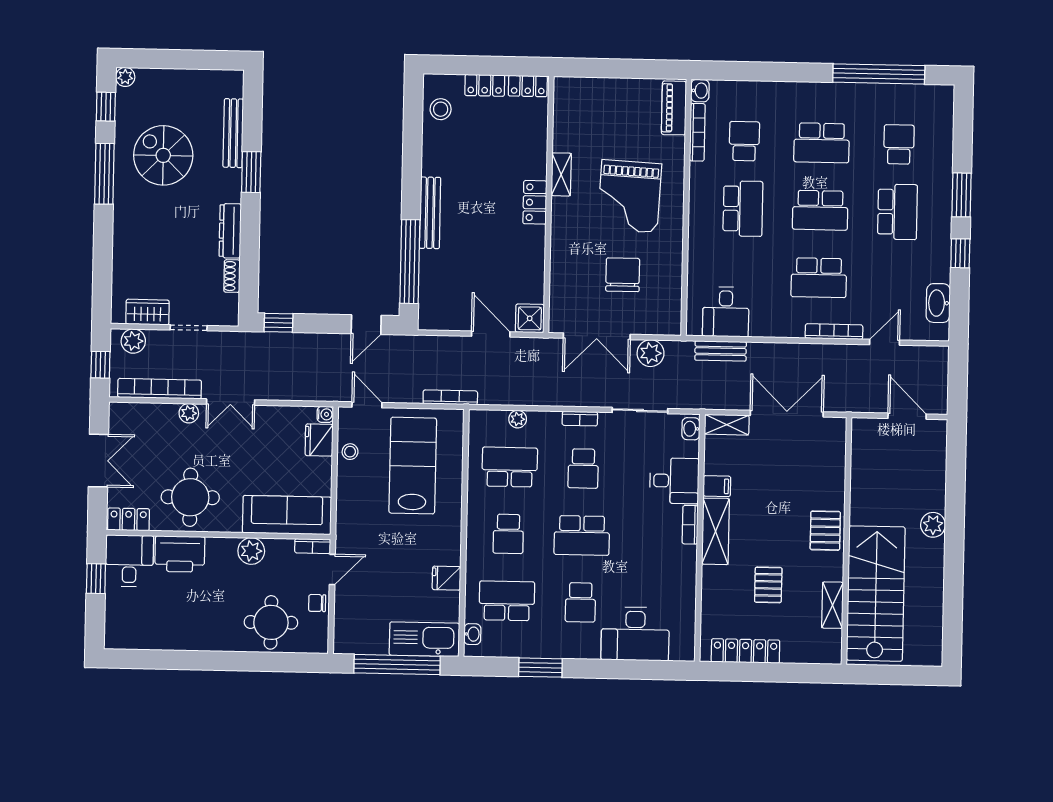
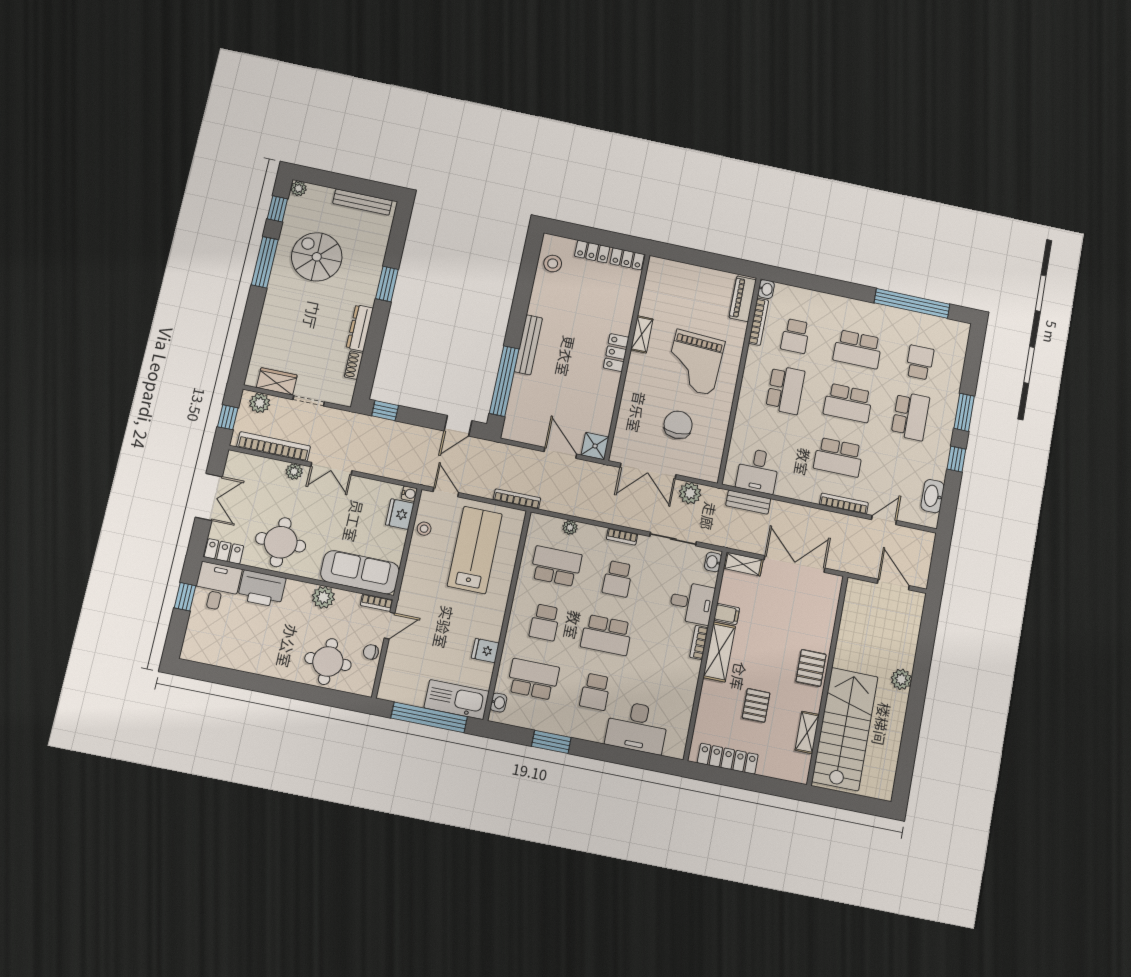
bench: (233, 133) -> (362, 202), moved, turned 90
school desk: (744, 141) -> (795, 336), turned 180

